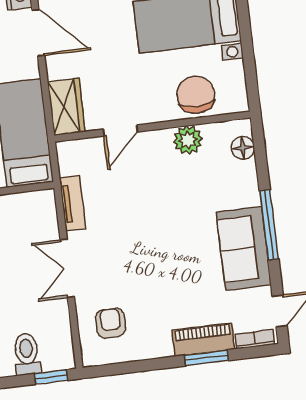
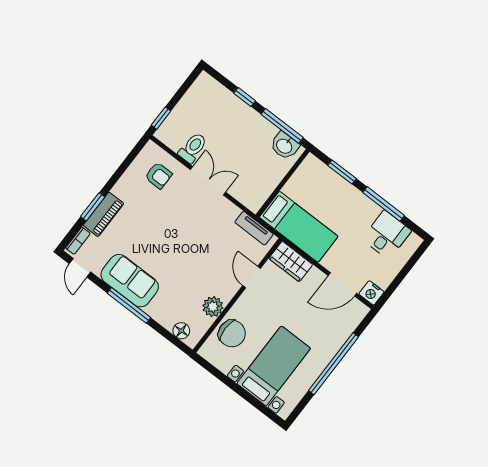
tv unit: (73, 203) -> (254, 228), moved
toilet: (27, 354) -> (193, 148), moved, turned -90

